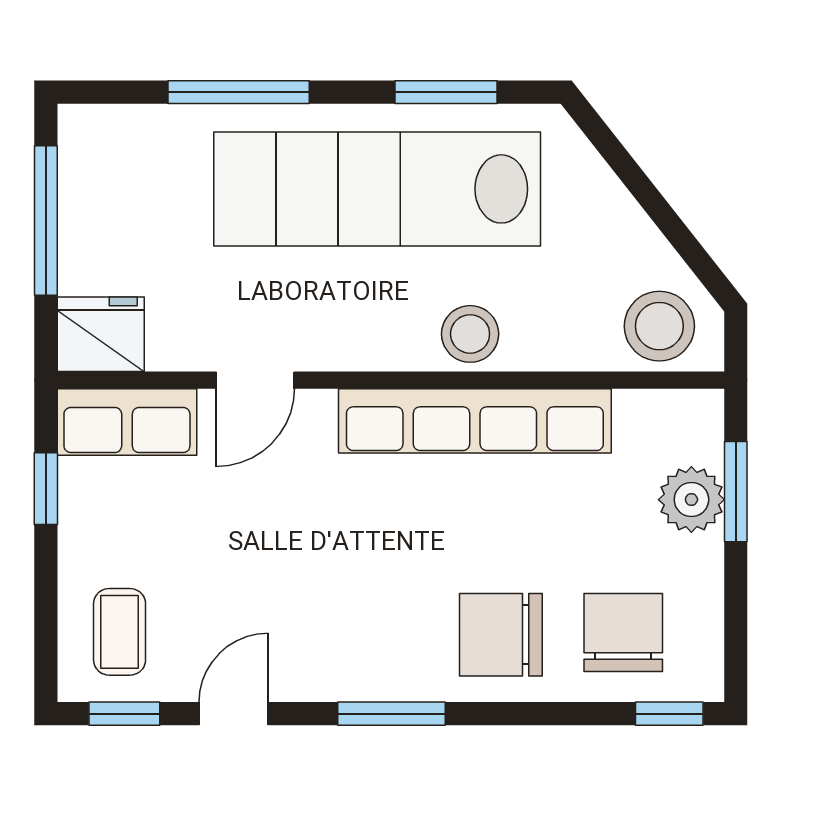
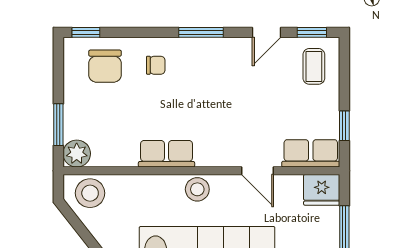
stool: (470, 334) -> (197, 189), moved
door: (255, 380) -> (258, 171), swing flipped
row of seats: (475, 421) -> (167, 154), width x0.50
plant: (691, 500) -> (77, 154), moved
chair: (501, 635) -> (156, 65), width x0.54, depth x0.54

